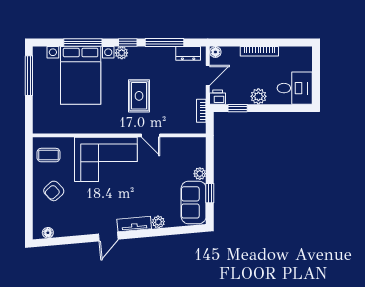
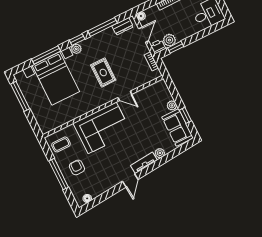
plant: (258, 96) -> (169, 40), moved
window: (29, 188) -> (59, 174), added
armchair: (54, 191) -> (77, 167), turned 133

